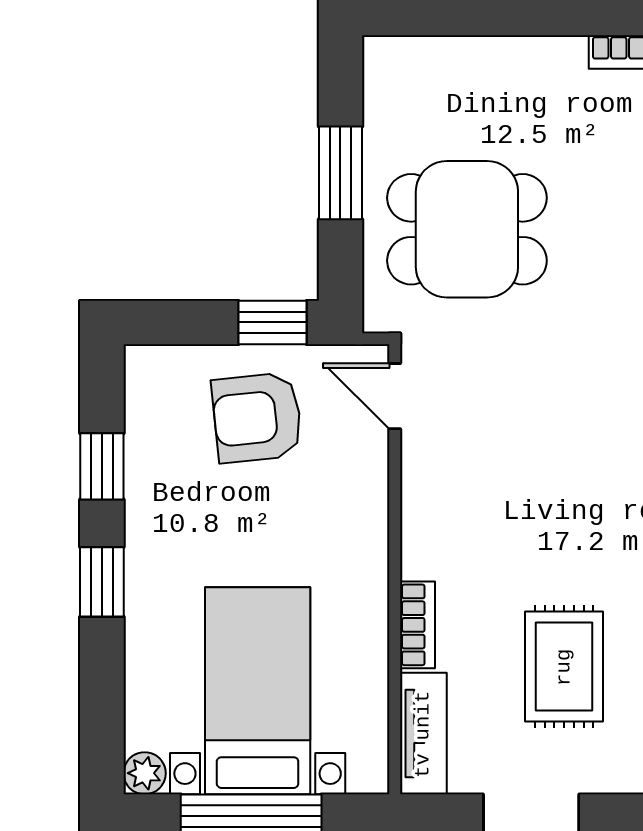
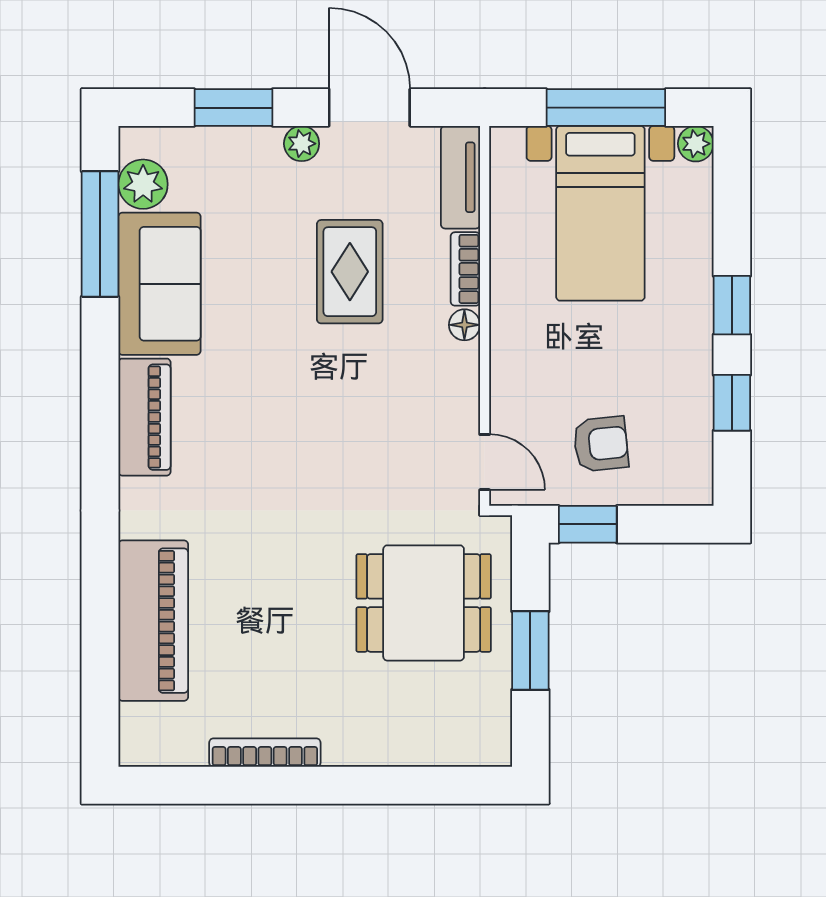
armchair: (257, 418) -> (601, 444), width x0.72, depth x0.72
floor lamp: (419, 559) -> (464, 325), added
rug: (564, 667) -> (350, 272), moved
plant: (611, 773) -> (302, 144), added

